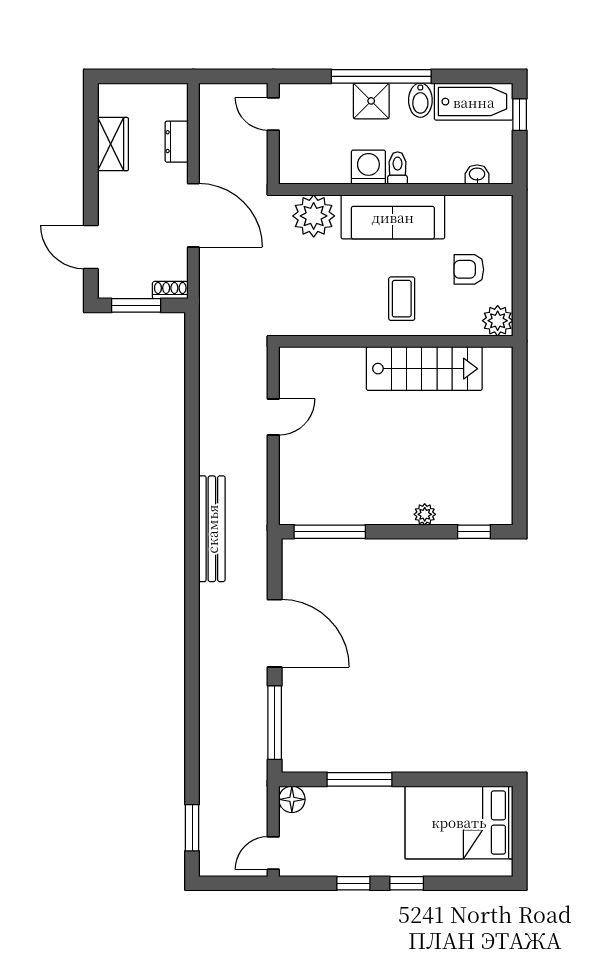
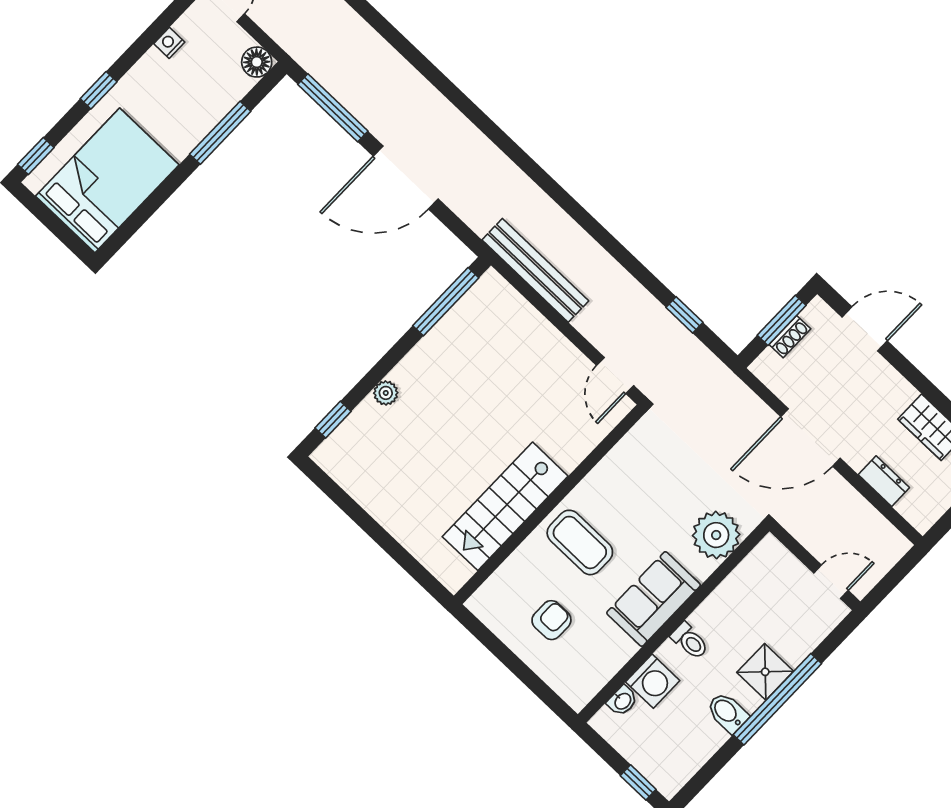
bathtub: (474, 102) -> (685, 755), removed
washing machine: (368, 167) -> (653, 681), moved
sofa: (393, 217) -> (654, 599), width x0.73
shoe rack: (170, 290) -> (790, 337), moved
coffee table: (402, 299) -> (580, 542), width x1.36, depth x1.30
plant: (498, 321) -> (487, 604), removed
window: (192, 371) -> (684, 315), added
door: (273, 417) -> (615, 376), moved
bench: (212, 529) -> (535, 270), moved
nightstand: (333, 867) -> (169, 43), added
window: (353, 883) -> (36, 156), moved

